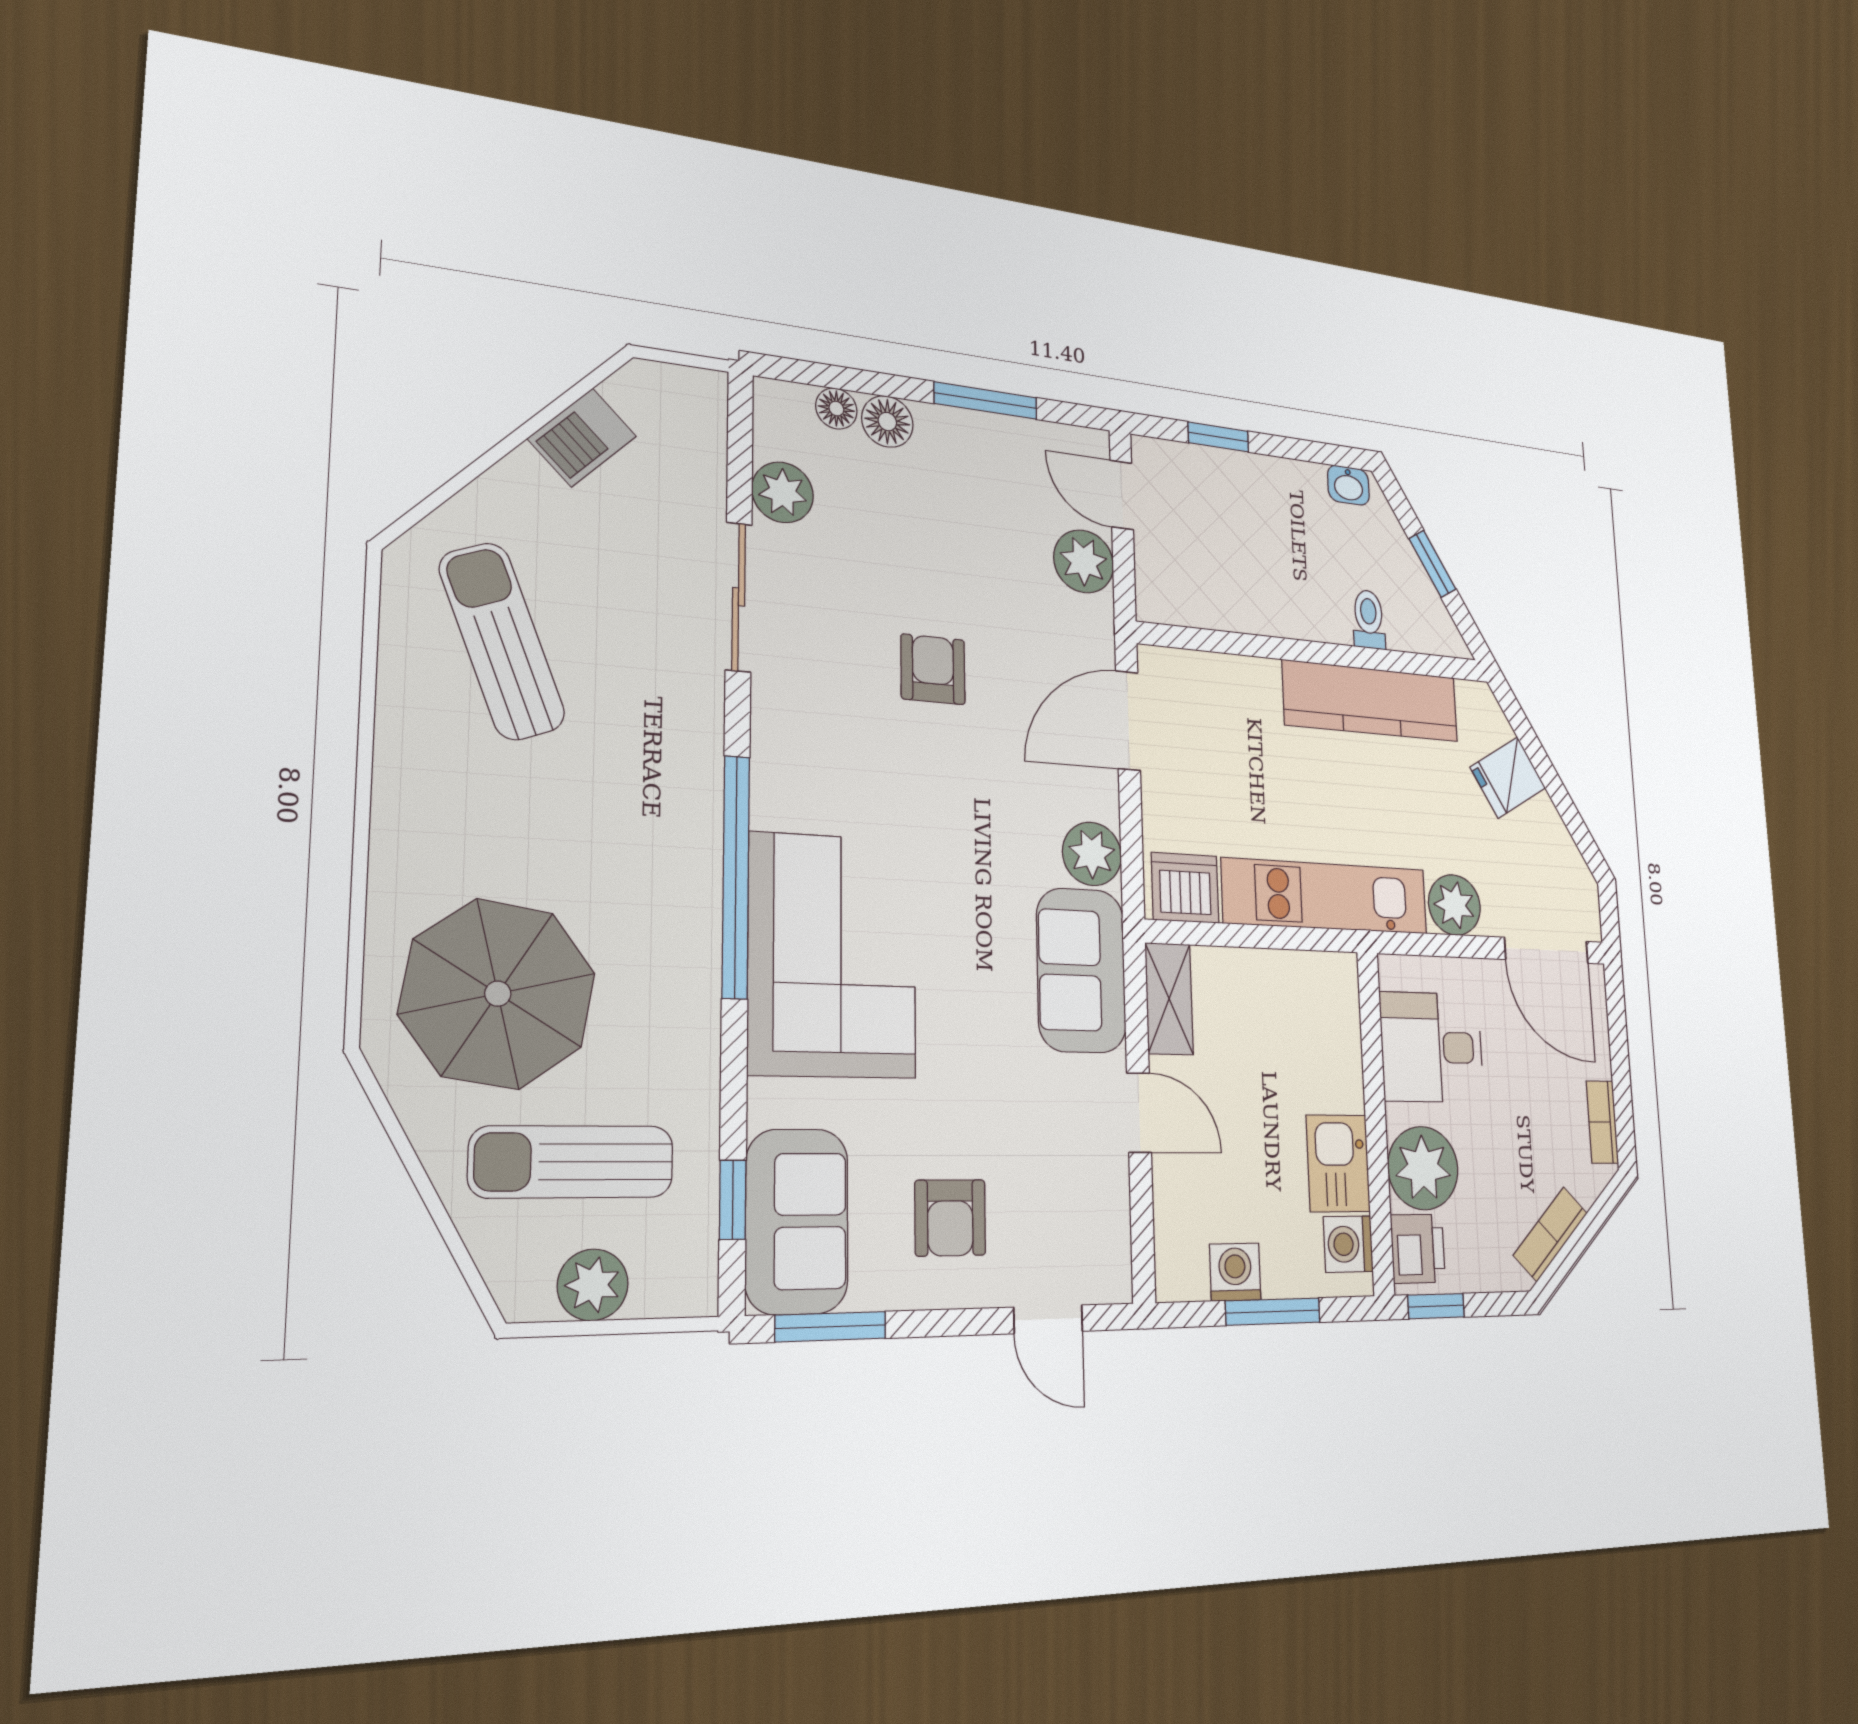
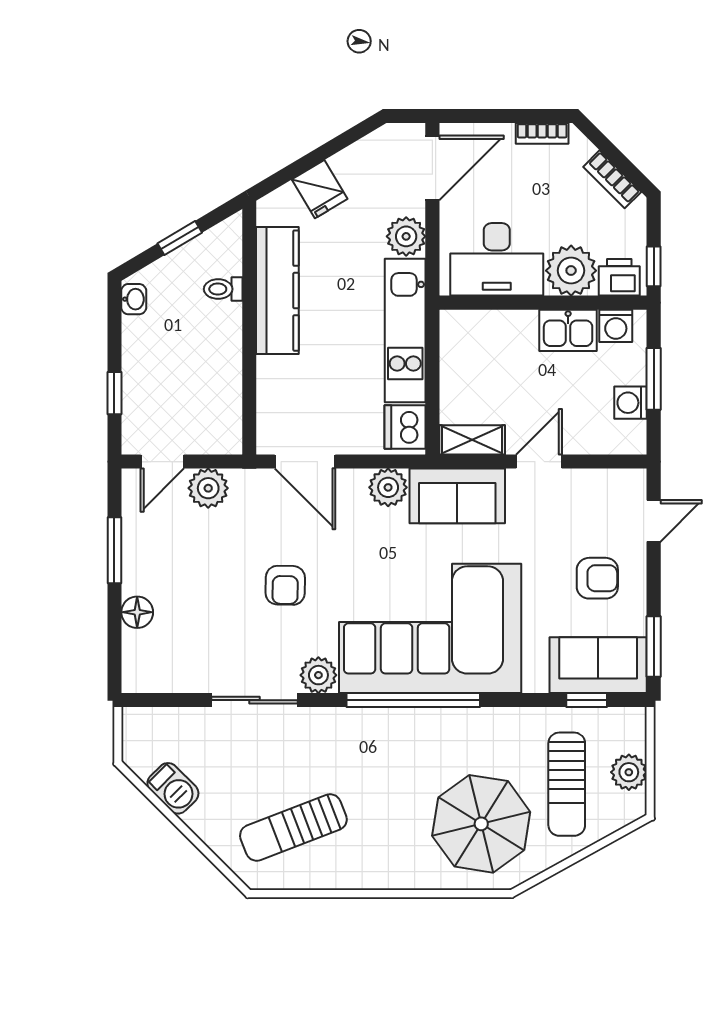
floor lamp: (836, 409) -> (134, 643), removed
plant: (783, 492) -> (318, 675), moved
armchair: (933, 669) -> (285, 585), turned -89
corner sofa: (832, 955) -> (430, 628), width x1.36, depth x1.36
desk: (1432, 1047) -> (497, 259), width x1.37

